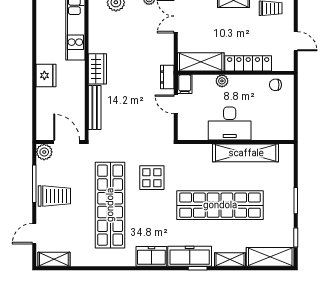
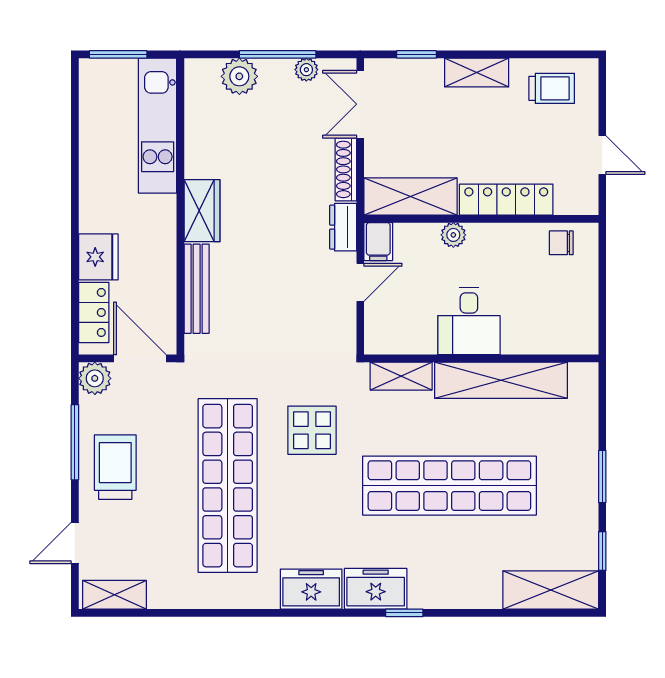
shoe rack: (169, 48) -> (346, 169), added
fridge: (46, 75) -> (98, 257), moved
door: (176, 104) -> (360, 282), swing flipped
locker: (44, 119) -> (94, 312), added
desk: (230, 124) -> (469, 321), width x0.73
trolley: (54, 196) -> (115, 467), turned -90
freezer: (190, 256) -> (376, 589), width x0.71
shelving: (230, 259) -> (401, 376), moved

